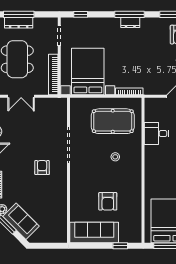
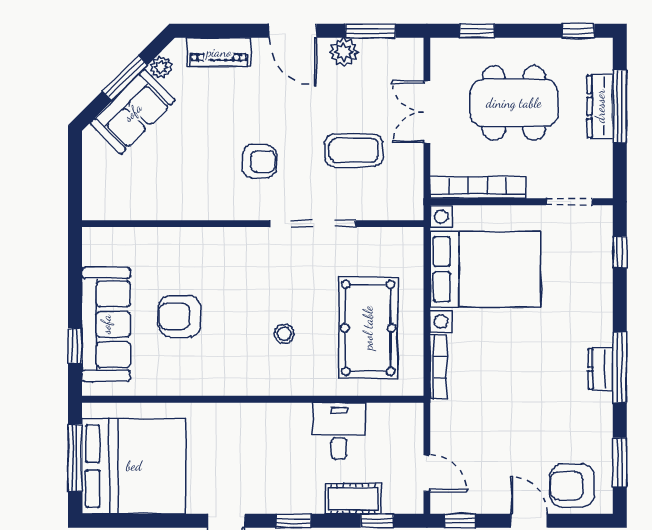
coffee table: (37, 127) -> (354, 150), added
sofa: (94, 233) -> (106, 324), moved

